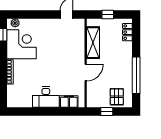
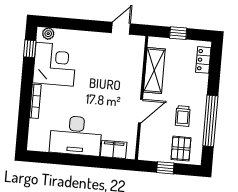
trolley: (116, 73) -> (183, 116), added
desk: (46, 97) -> (76, 136), width x1.36, depth x1.30

